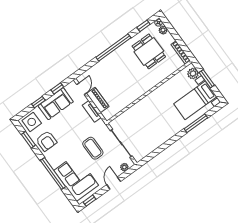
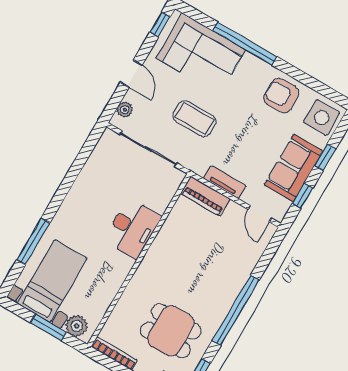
piano: (98, 100) -> (205, 196), moved
desk: (146, 109) -> (132, 228), added
window: (28, 140) -> (314, 84), removed

